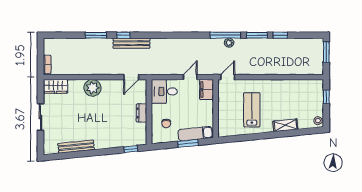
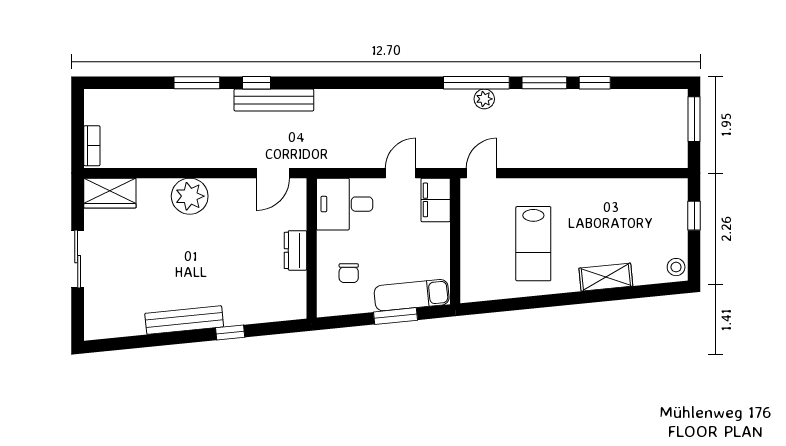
lab bench: (252, 110) -> (533, 244), turned 180
bench: (76, 147) -> (184, 320), moved
window: (131, 149) -> (230, 333), moved

